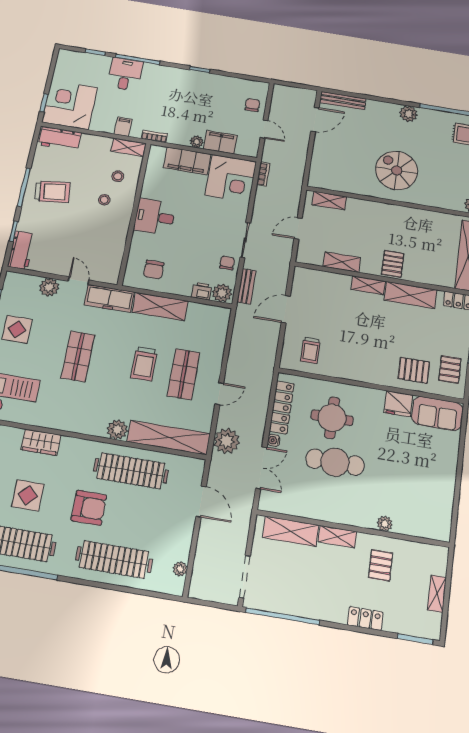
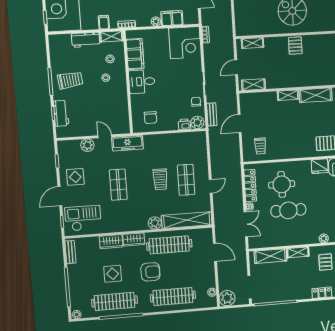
workbench: (60, 139) -> (86, 40), moved
filing cabinet: (187, 161) -> (135, 54), moved, turned -90
workbench: (21, 250) -> (61, 113), moved
shelving: (342, 262) -> (253, 85), moved
pallet: (393, 264) -> (295, 46), moved
shelving: (160, 307) -> (161, 141), removed
plant: (227, 441) -> (227, 298), moved
wardrobe: (77, 448) -> (134, 239), added

